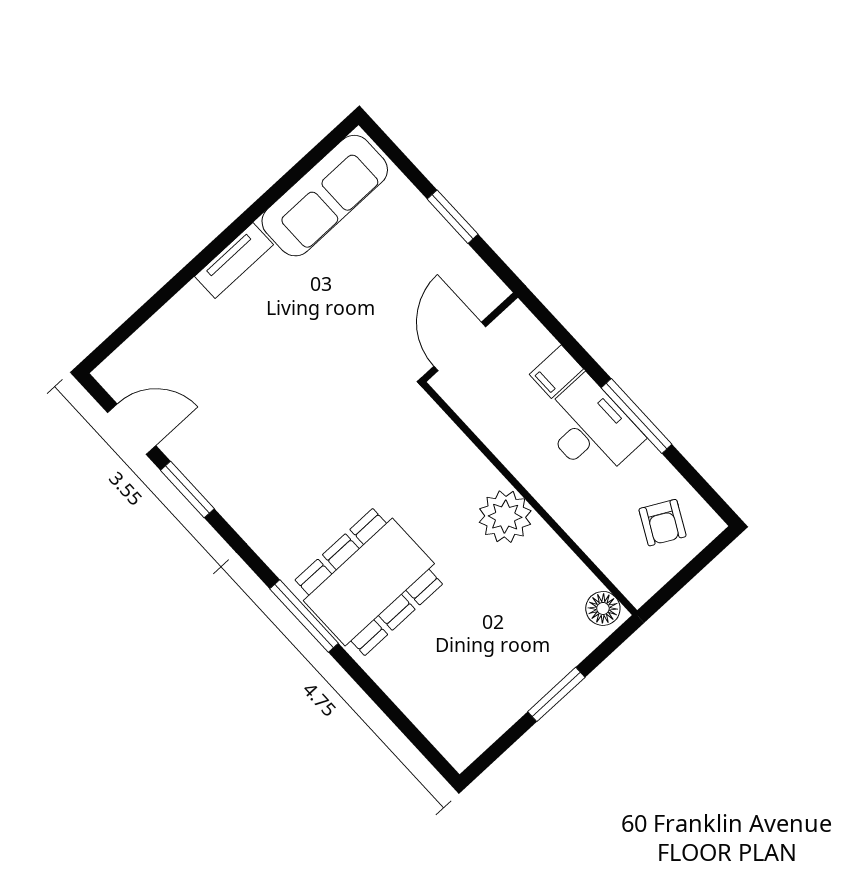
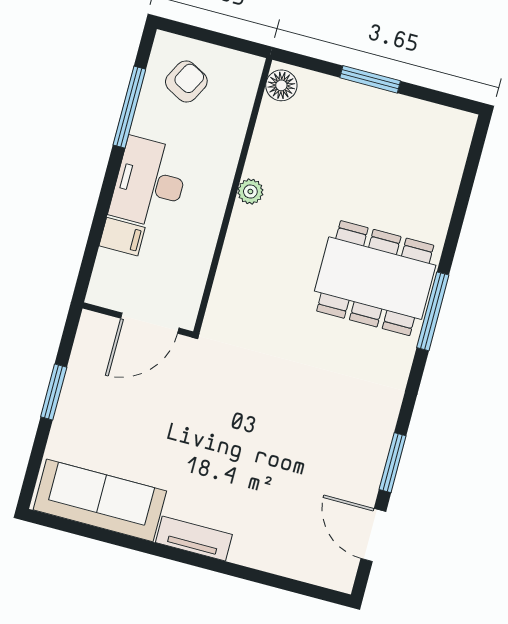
window: (637, 416) -> (129, 107), moved
plant: (505, 517) -> (250, 192), width x0.53, depth x0.53

